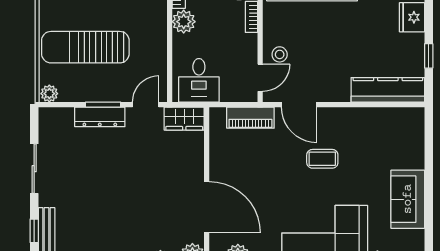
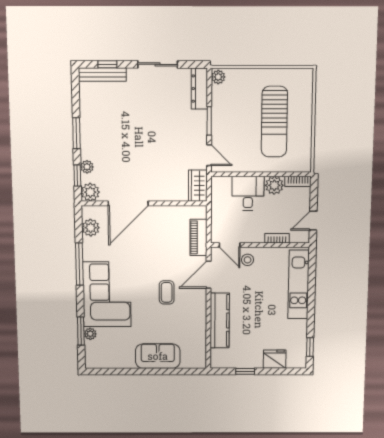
sun lounger: (85, 47) -> (274, 122), moved, turned 180
desk: (199, 80) -> (248, 193), moved, turned 90
kitchen counter: (388, 90) -> (220, 321), moved
dresser: (100, 117) -> (199, 89), moved
sofa: (408, 199) -> (158, 356), moved

